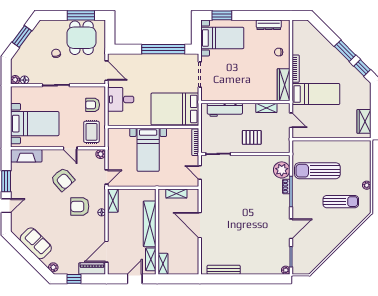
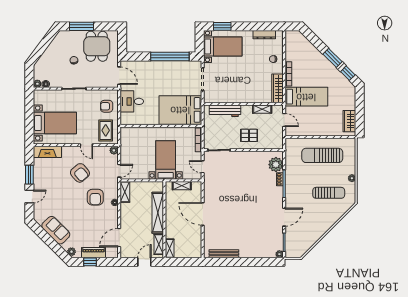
window: (81, 15) -> (82, 26), moved
window: (22, 37) -> (43, 45), removed
bed with nightstands: (148, 150) -> (166, 160), moved, turned 180
sun lounger: (317, 171) -> (322, 155), moved
armchair: (80, 206) -> (95, 197), turned -90
piano: (92, 268) -> (93, 253), moved

